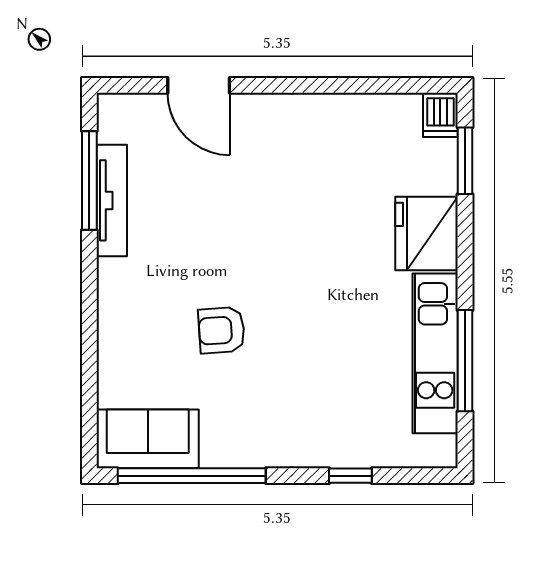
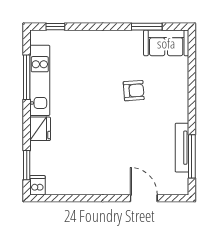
fridge: (426, 234) -> (40, 129), width x0.73, depth x0.75
window: (192, 476) -> (147, 27), width x0.47
window: (350, 476) -> (55, 27), moved

